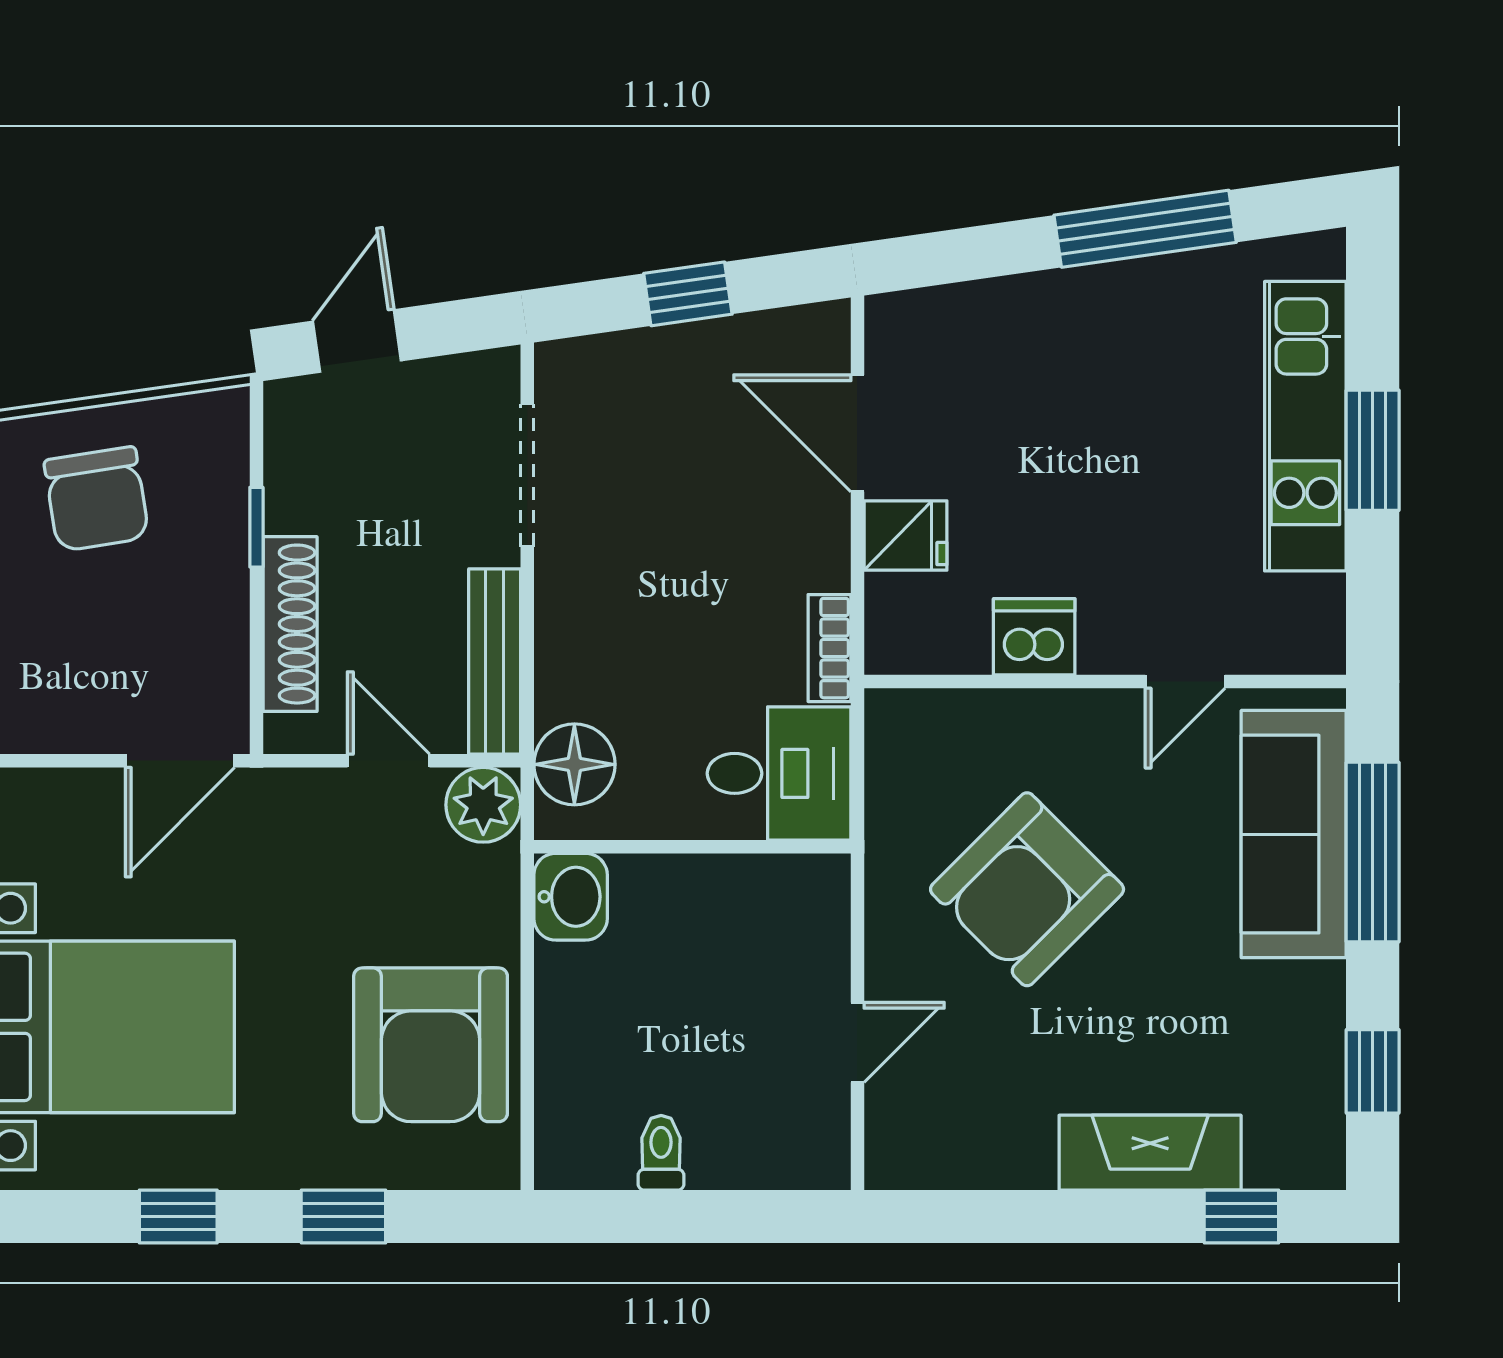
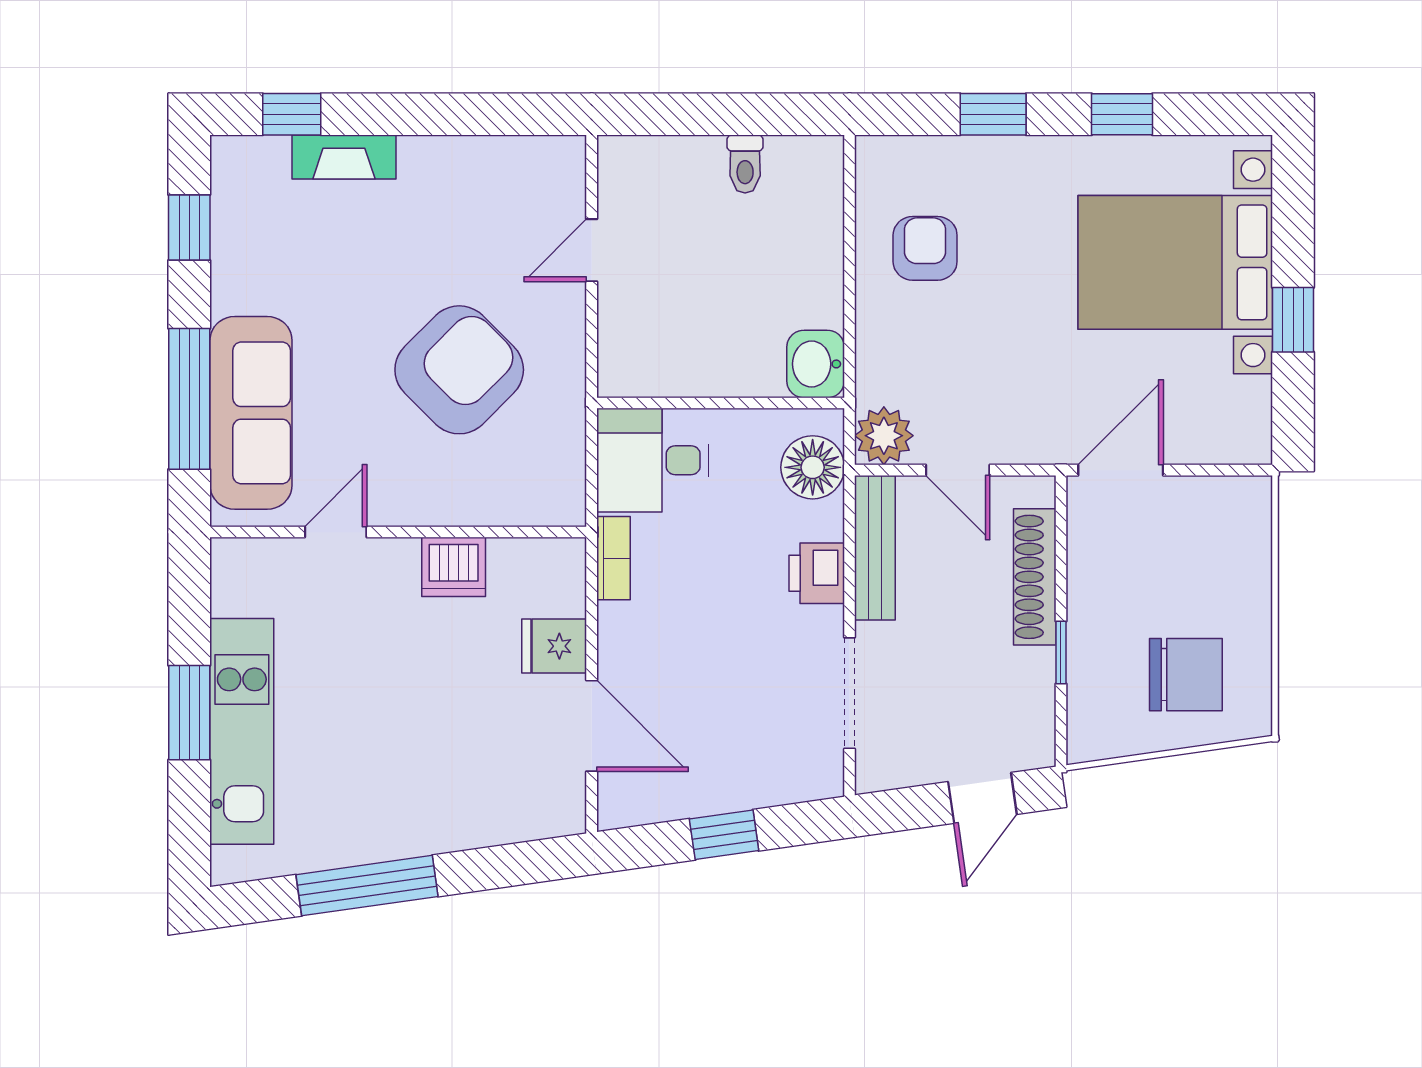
chair: (97, 499) -> (1186, 675), turned 99
printer: (569, 629) -> (817, 573), added
armchair: (431, 1045) -> (925, 248), width x0.53, depth x0.53
fireplace: (1150, 1153) -> (344, 157), width x0.73, depth x0.76

